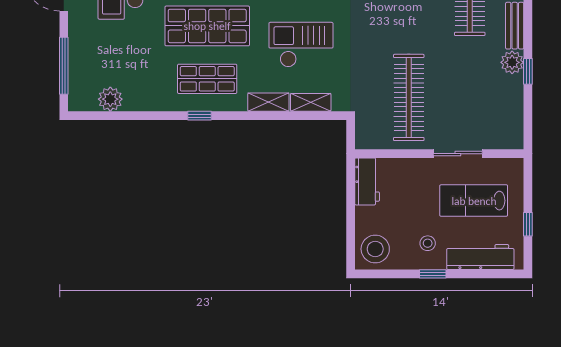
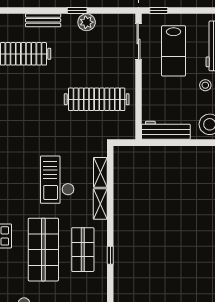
plant: (512, 62) -> (87, 22), moved
sliding door: (458, 154) -> (138, 42), moved
workbench: (367, 181) -> (166, 130), width x1.38
window: (528, 224) -> (159, 10), moved

